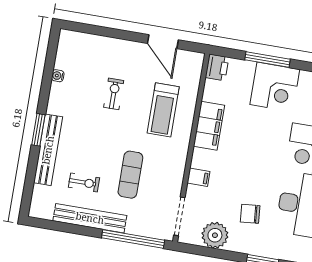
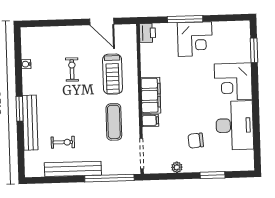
filing cabinet: (209, 126) -> (151, 95), moved
exercise mat: (130, 175) -> (114, 122), moved
plant: (215, 235) -> (177, 167), width x0.53, depth x0.53

